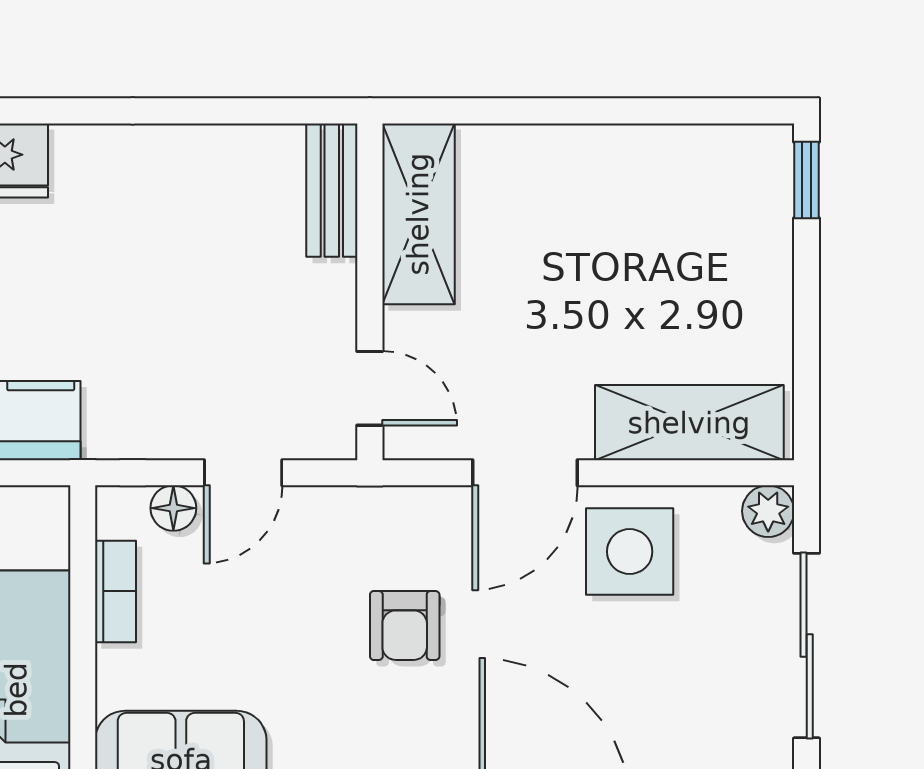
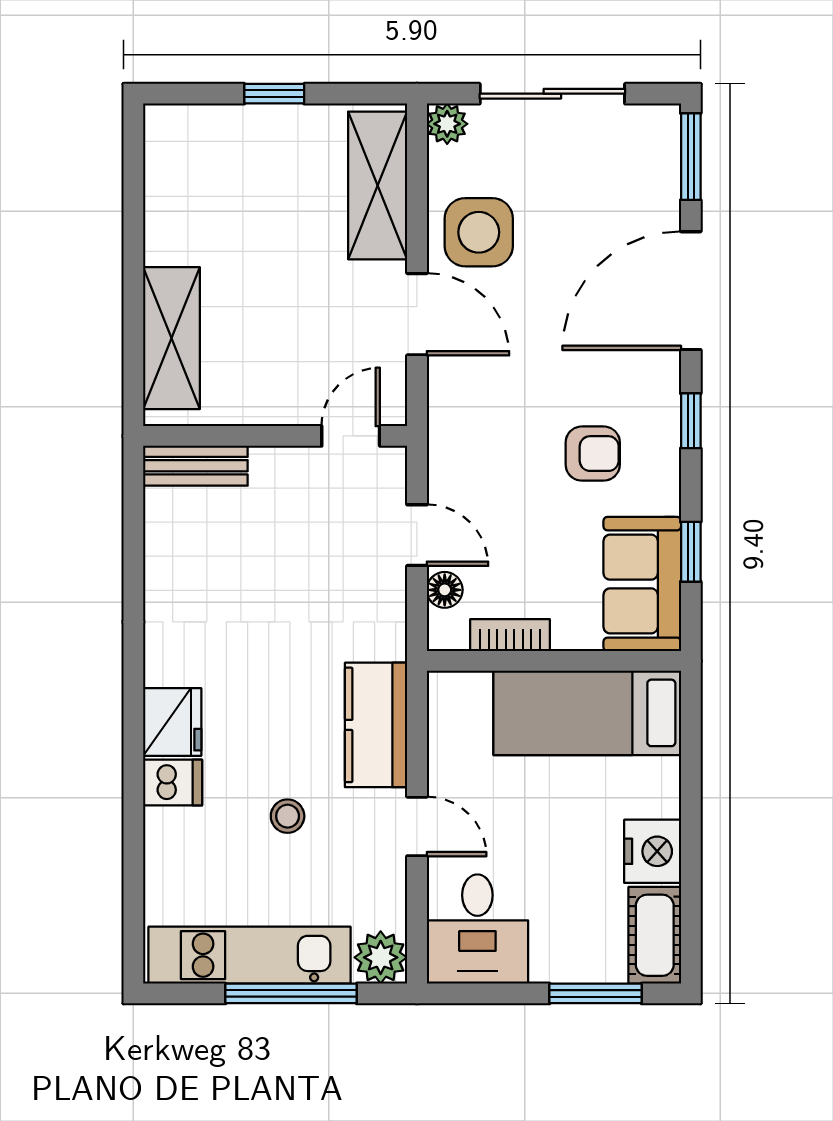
window: (807, 180) -> (274, 94), moved
shelving: (418, 214) -> (172, 338), moved, turned 90
armchair: (405, 625) -> (593, 454), moved

